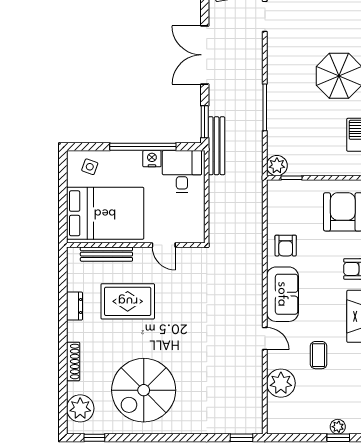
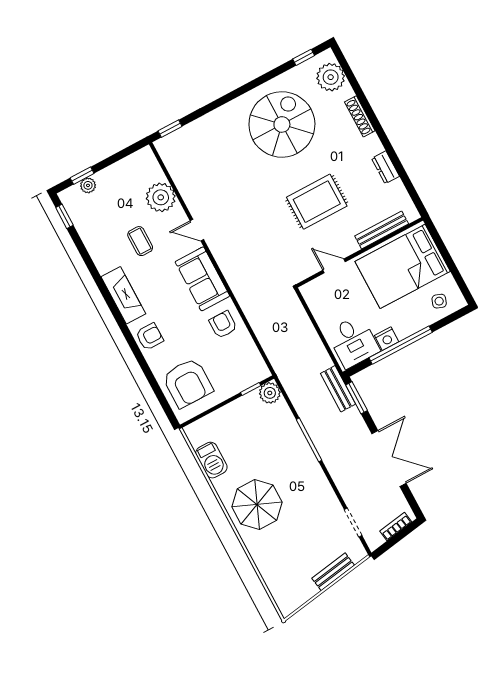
bench: (217, 146) -> (338, 389), width x0.73
rug: (128, 301) -> (317, 202), moved

